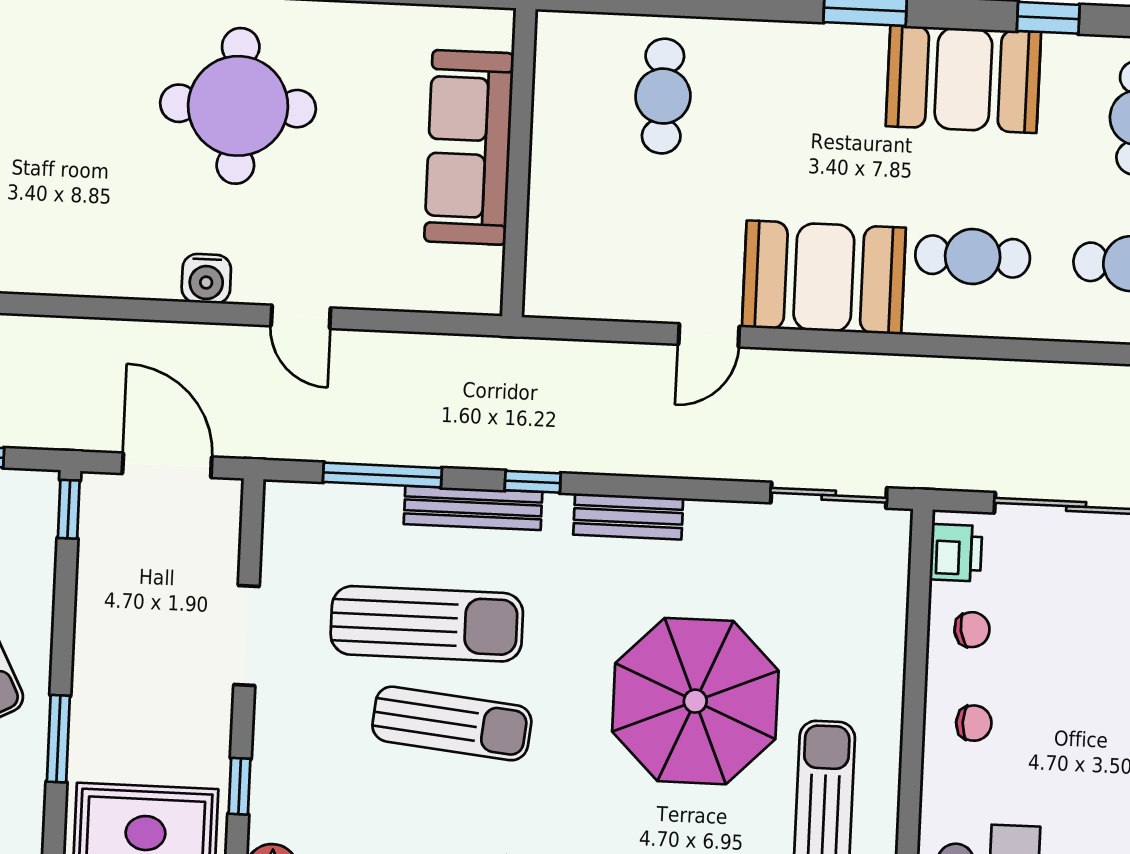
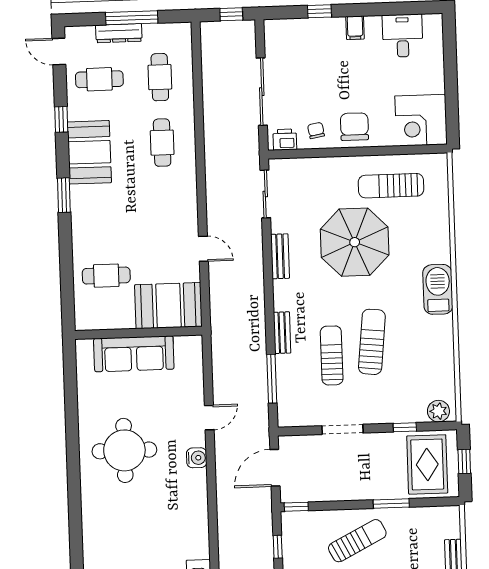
booth: (824, 277) -> (168, 306), moved, turned 90
window: (533, 482) -> (270, 316), removed
bench: (473, 508) -> (282, 333), width x0.73
bench: (628, 516) -> (280, 256), moved
sun lounger: (427, 624) -> (332, 355), width x0.73, depth x0.75
chair: (974, 723) -> (354, 127), width x1.87, depth x1.87

